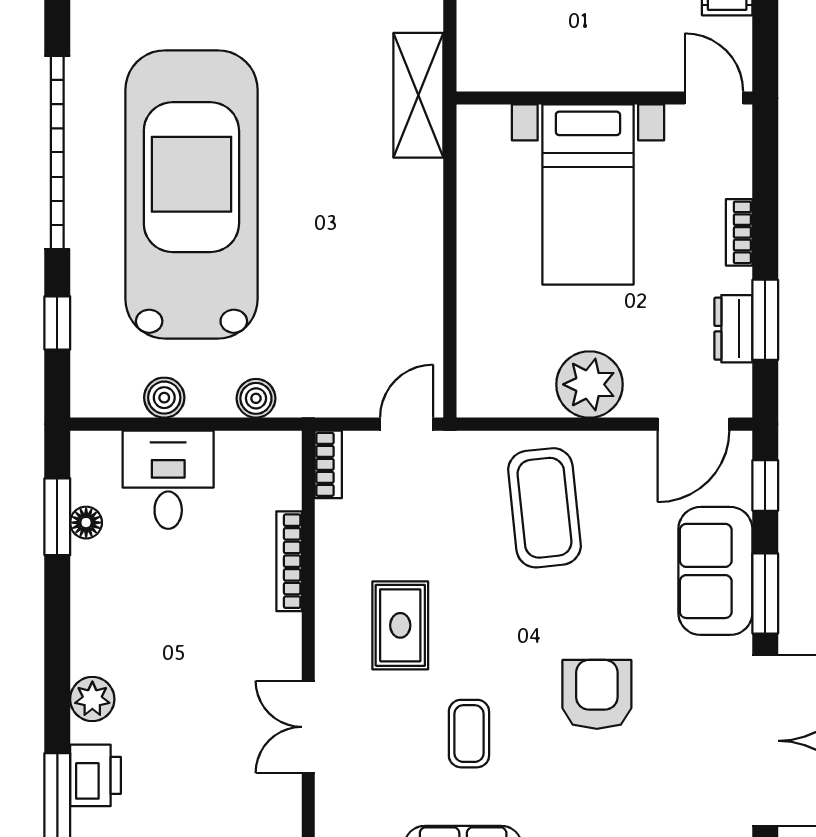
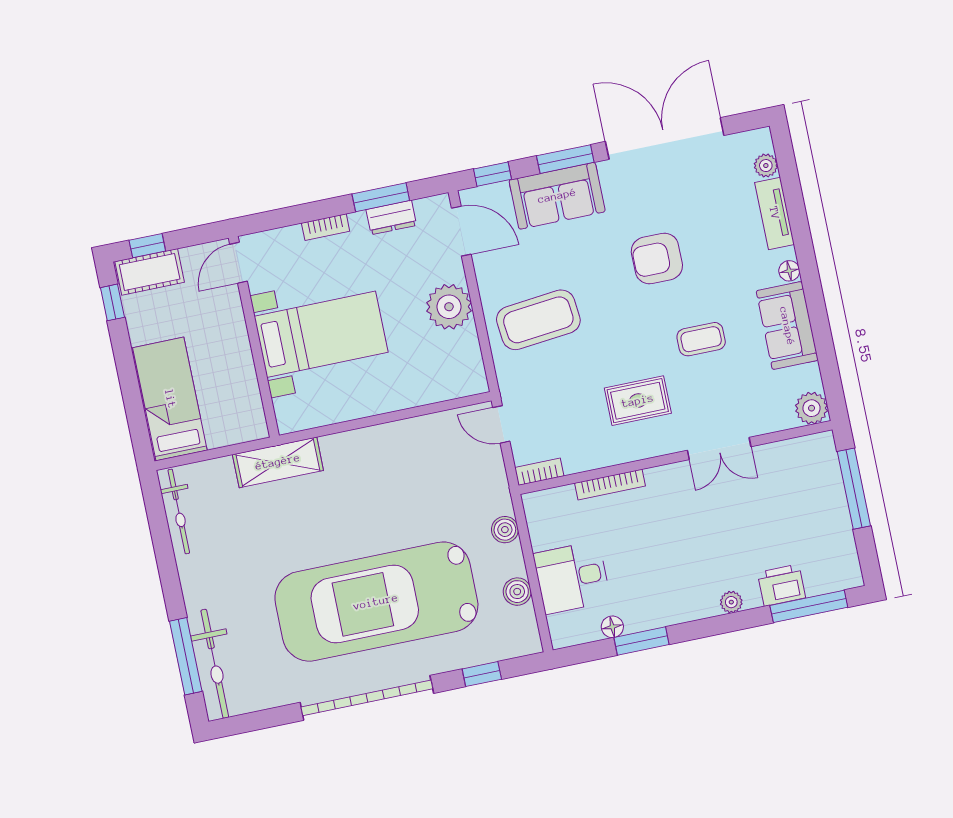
window: (57, 517) -> (642, 641), moved
plant: (92, 699) -> (731, 602), width x0.73, depth x0.73

